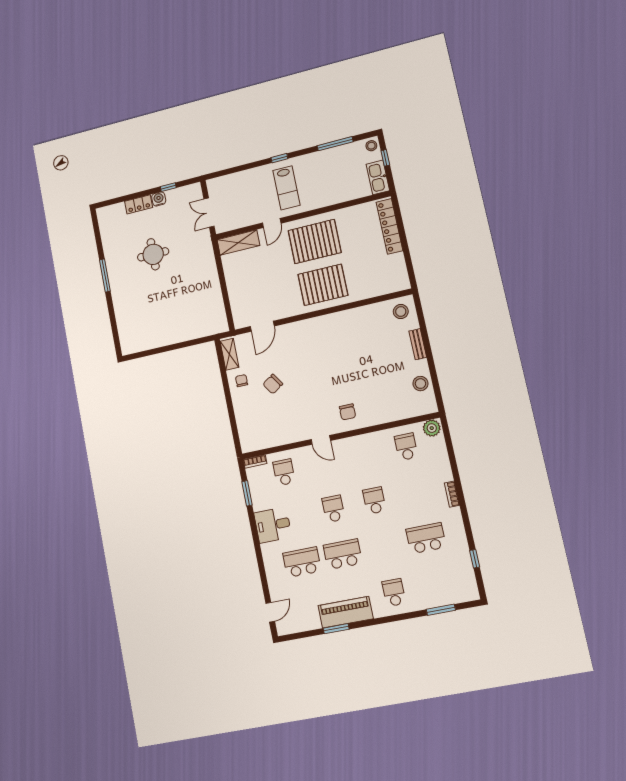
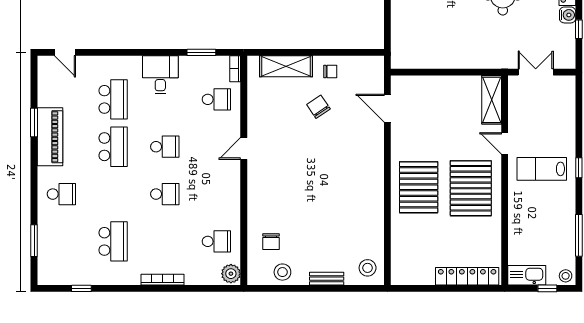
shelving: (230, 354) -> (286, 66), moved, width x1.50, depth x1.33
chair: (348, 412) -> (271, 242), moved, turned -90
bookcase: (452, 494) -> (163, 280), width x1.56

